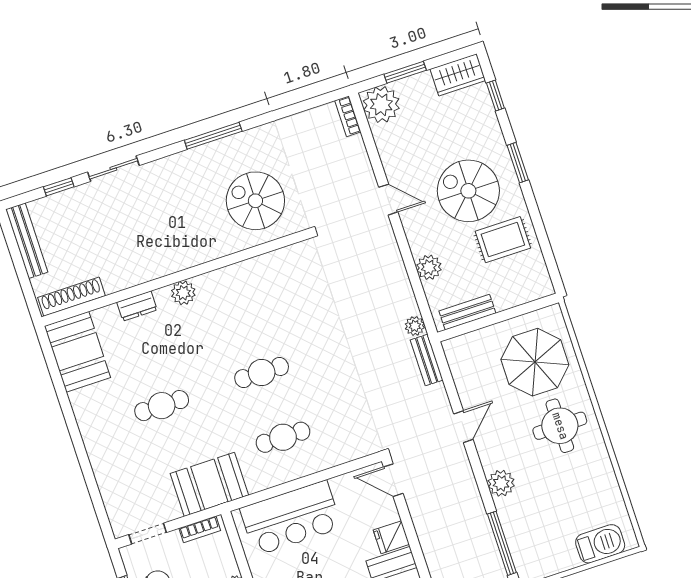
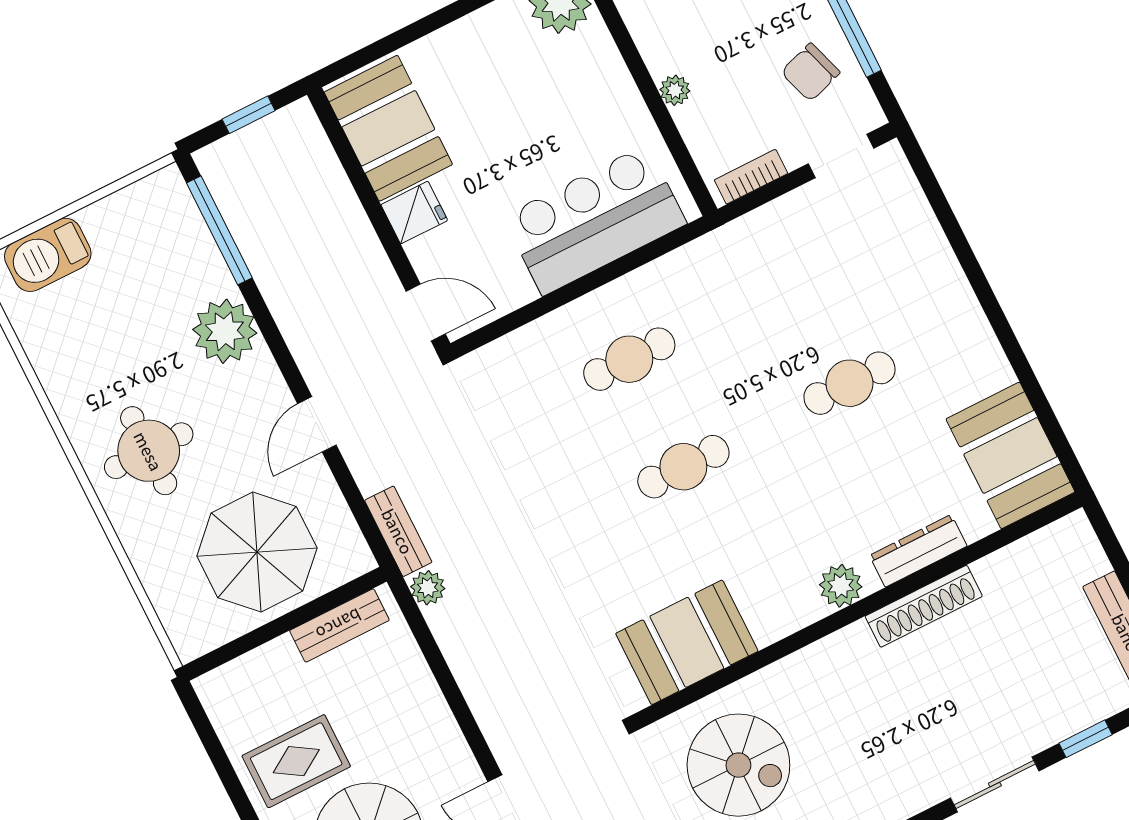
plant: (429, 267) -> (418, 694), removed
shoe rack: (72, 297) -> (924, 606), moved
dresser: (137, 306) -> (918, 551), width x1.44
parasol: (535, 362) -> (257, 552), moved
plant: (501, 483) -> (225, 331), width x1.36, depth x1.36
booth: (209, 484) -> (687, 642), moved

